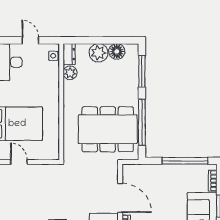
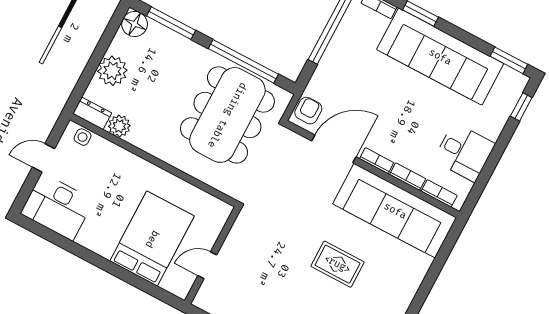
floor lamp: (117, 51) -> (135, 24), moved
armchair: (134, 173) -> (308, 111), added

